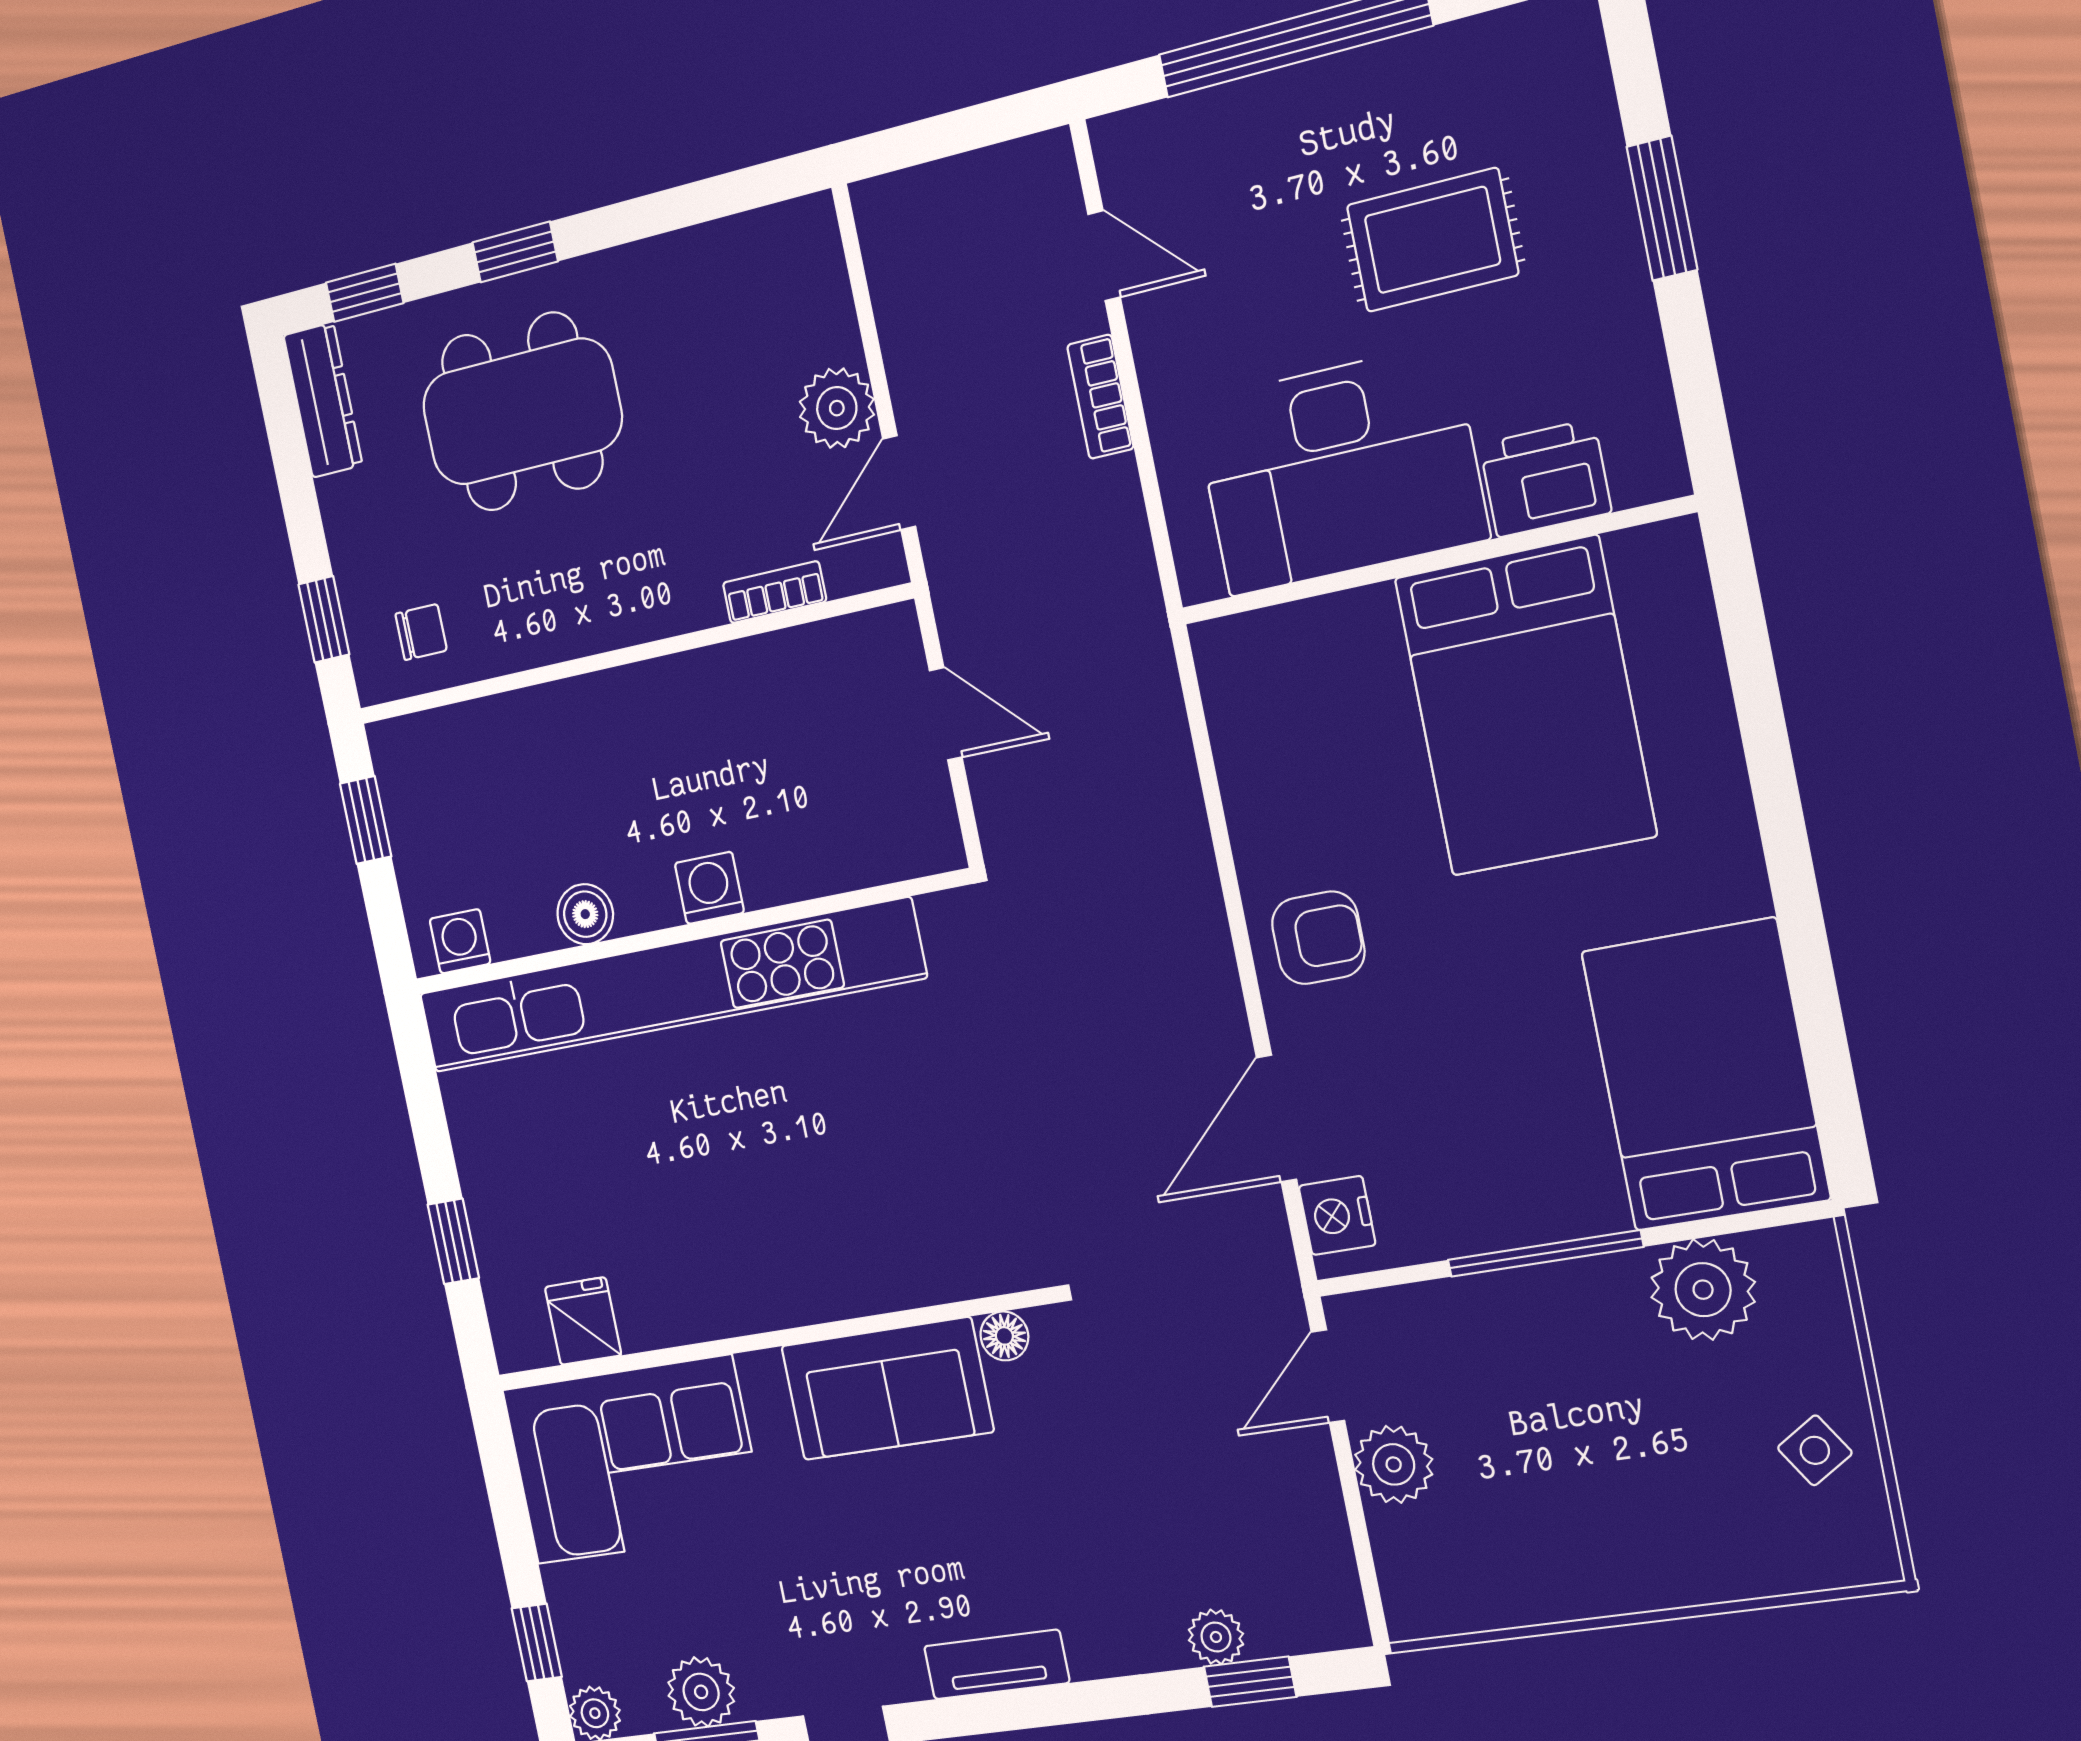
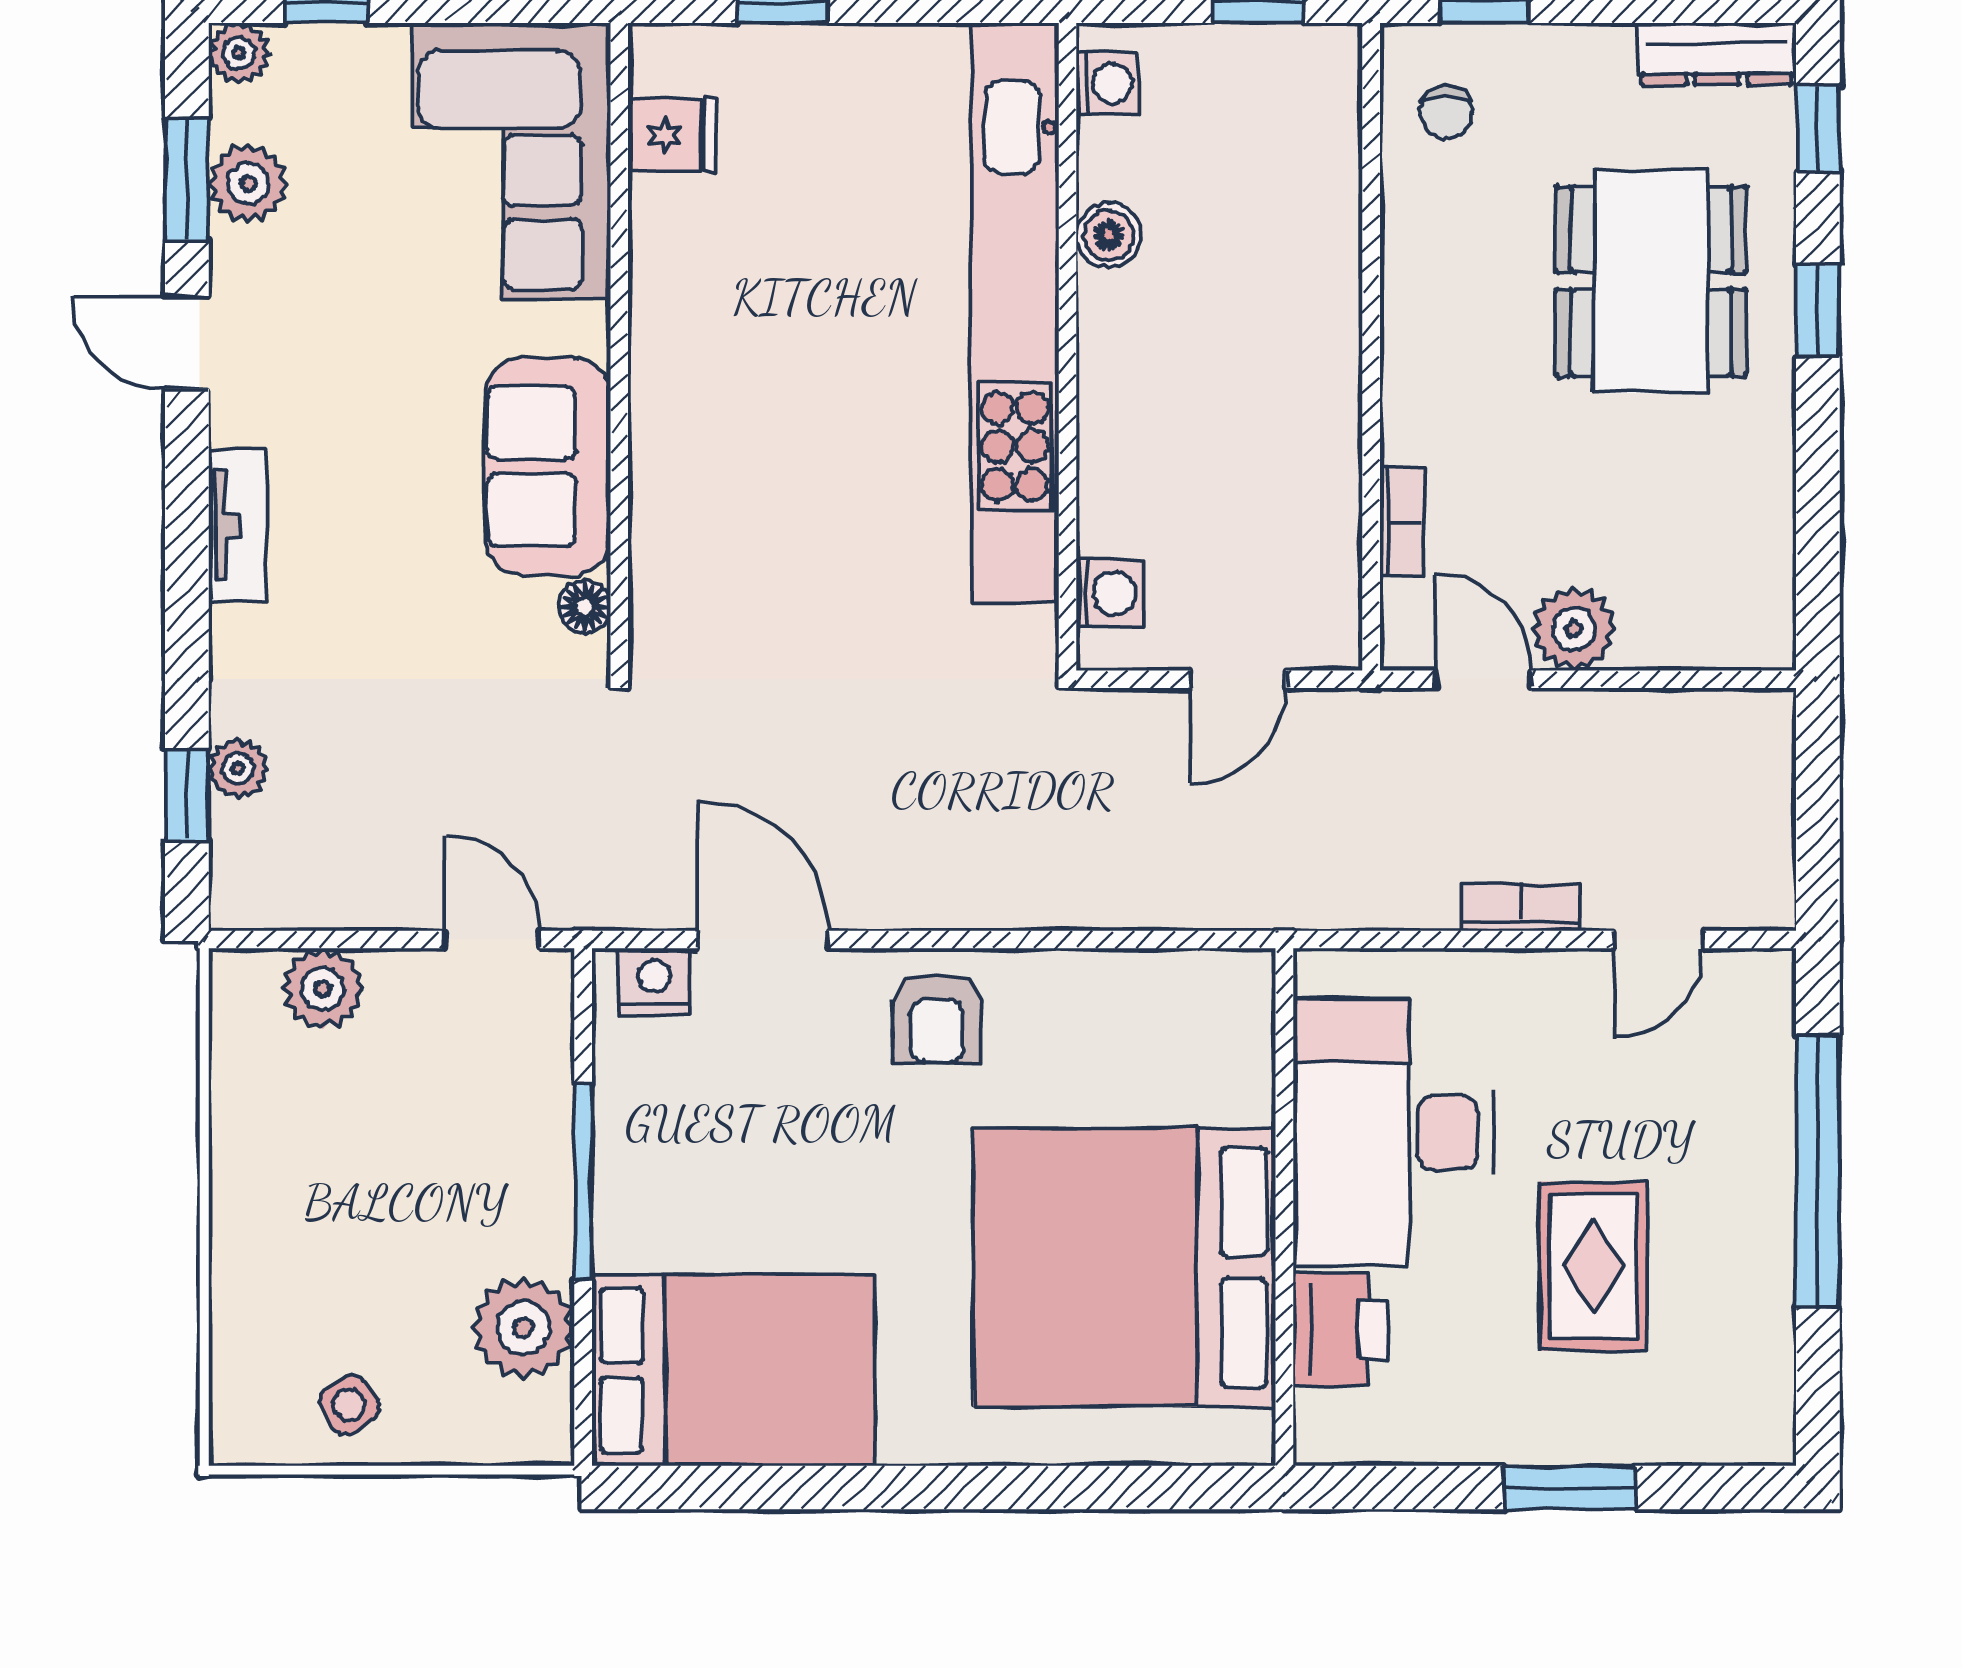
bed: (1525, 706) -> (1124, 1267), width x1.36
washing machine: (709, 888) -> (1110, 593), moved
plant: (1394, 1464) -> (323, 989), moved

